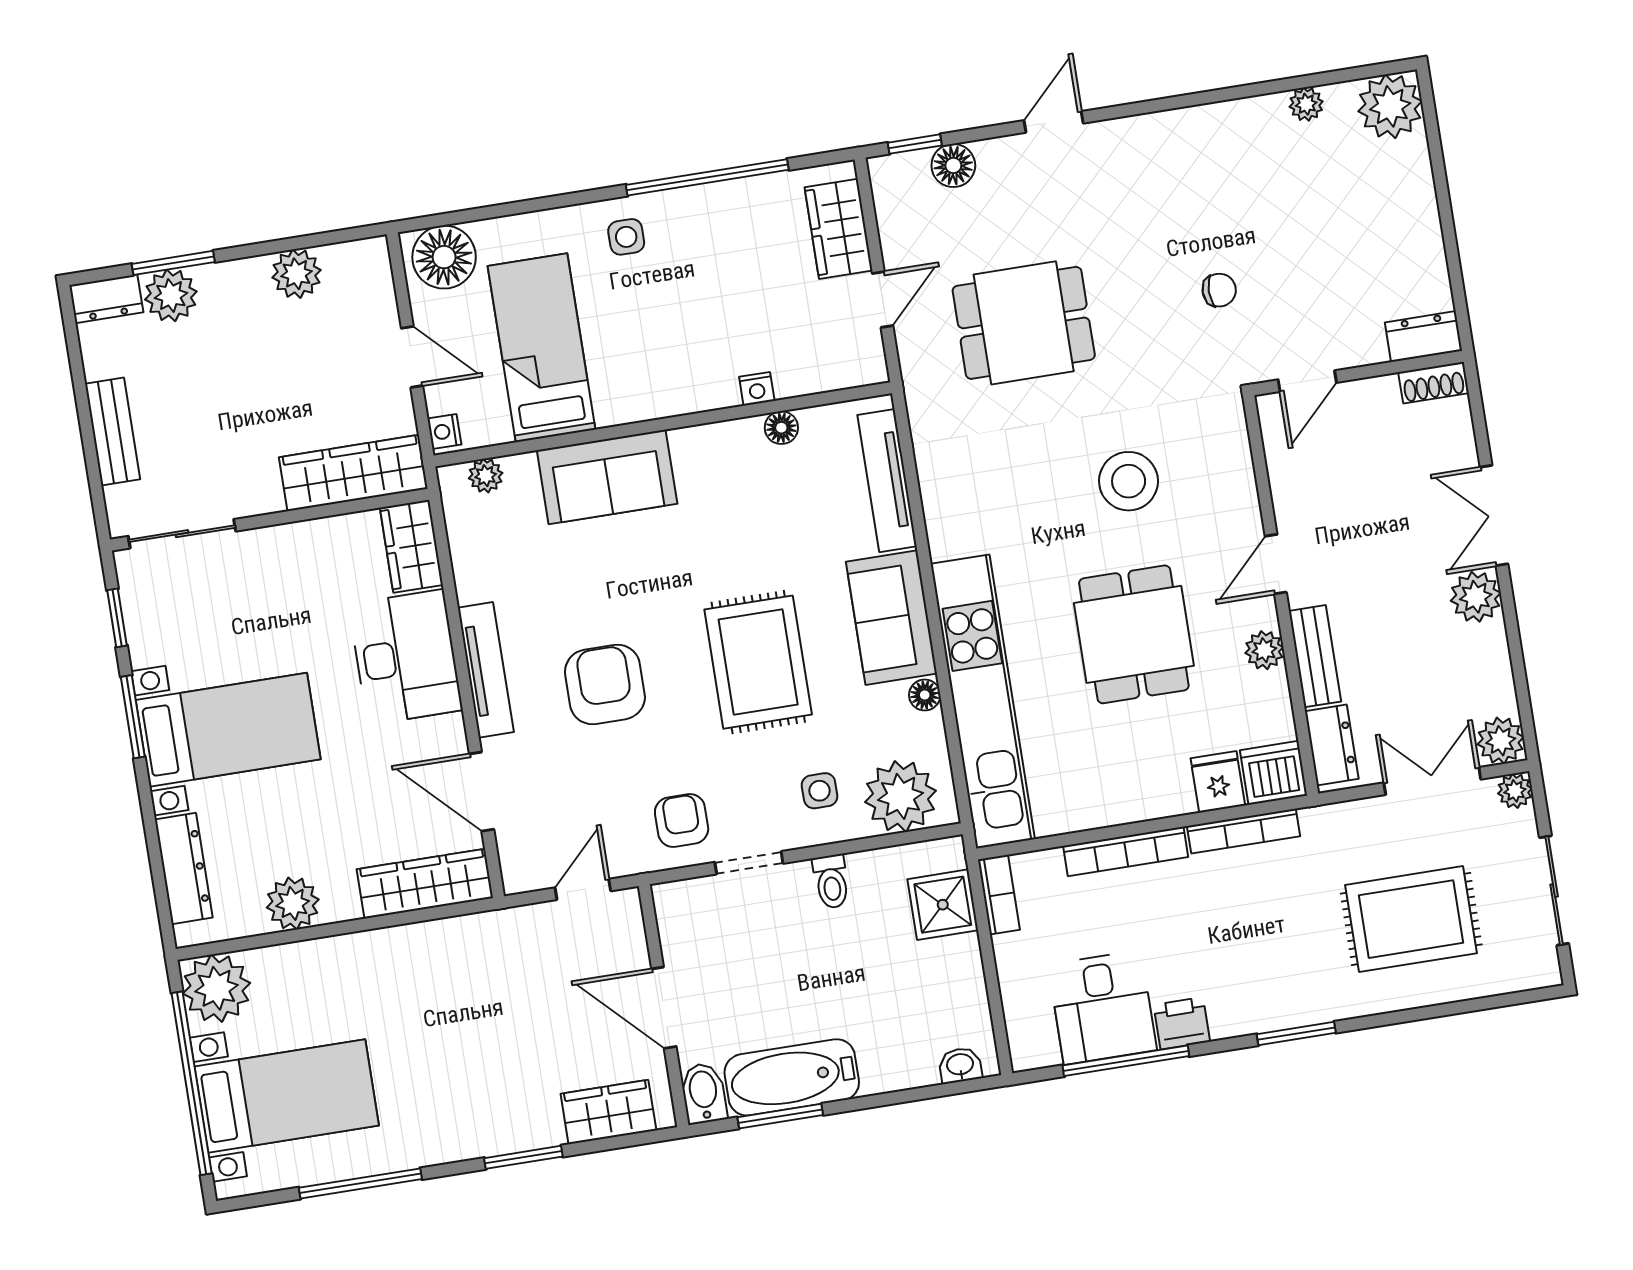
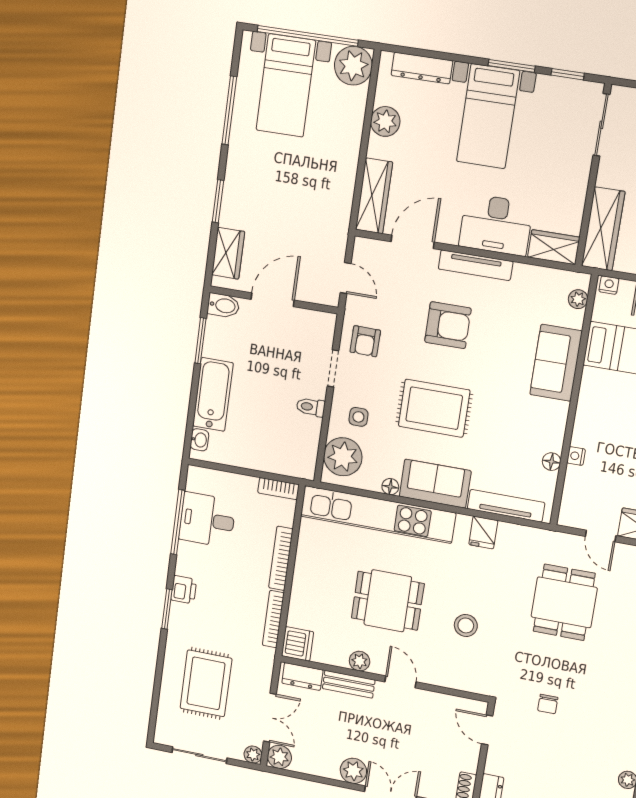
stool: (1129, 481) -> (466, 625), width x0.73, depth x0.73
fridge: (1218, 782) -> (483, 533), moved, turned 90
armchair: (682, 821) -> (365, 341), turned 91
shower: (943, 905) -> (282, 459), removed
printer: (1182, 1023) -> (184, 590), moved
bathtub: (792, 1077) -> (213, 394), moved

